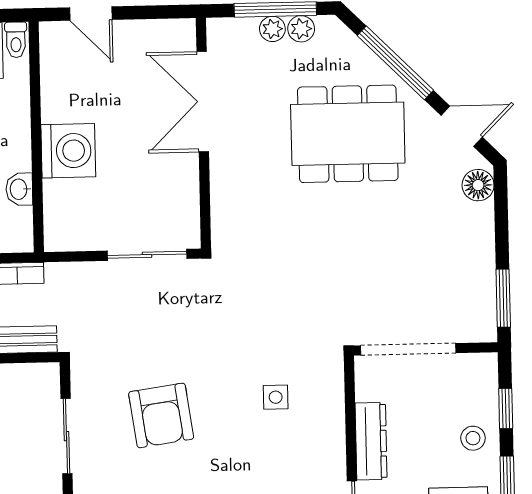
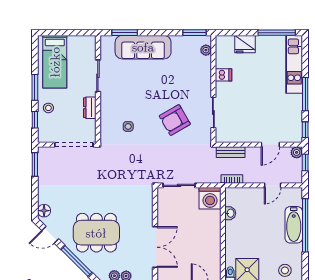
washing machine: (68, 151) -> (210, 198), moved, turned -90
armchair: (161, 415) -> (175, 120), turned -112
dresser: (371, 441) -> (90, 108), width x0.70

